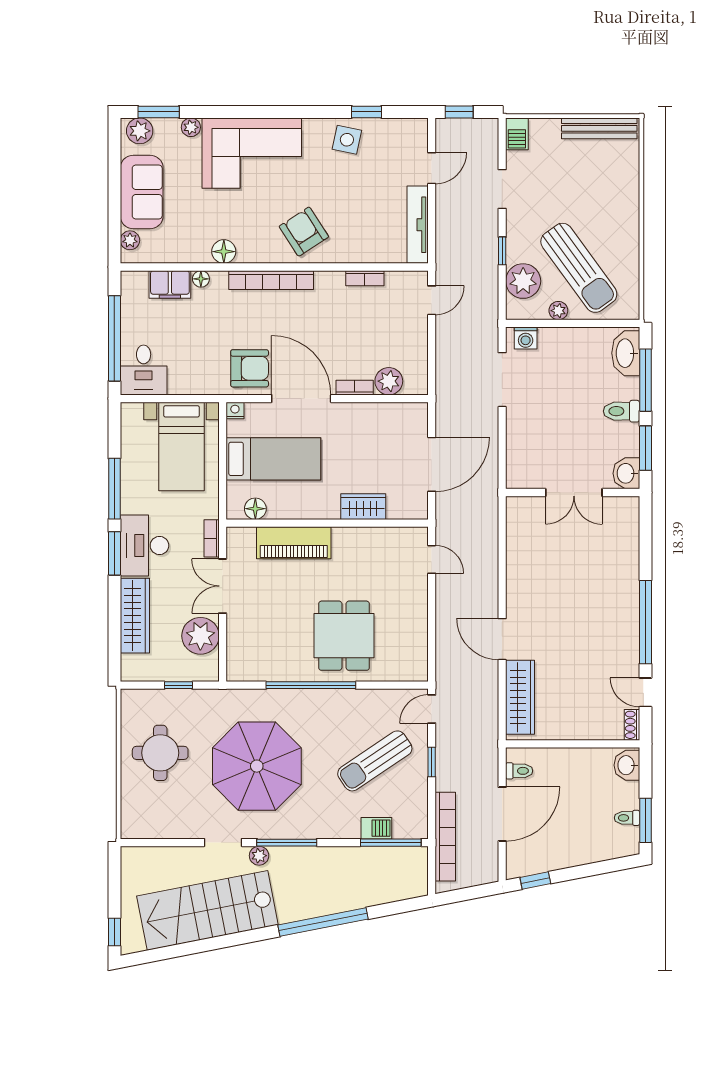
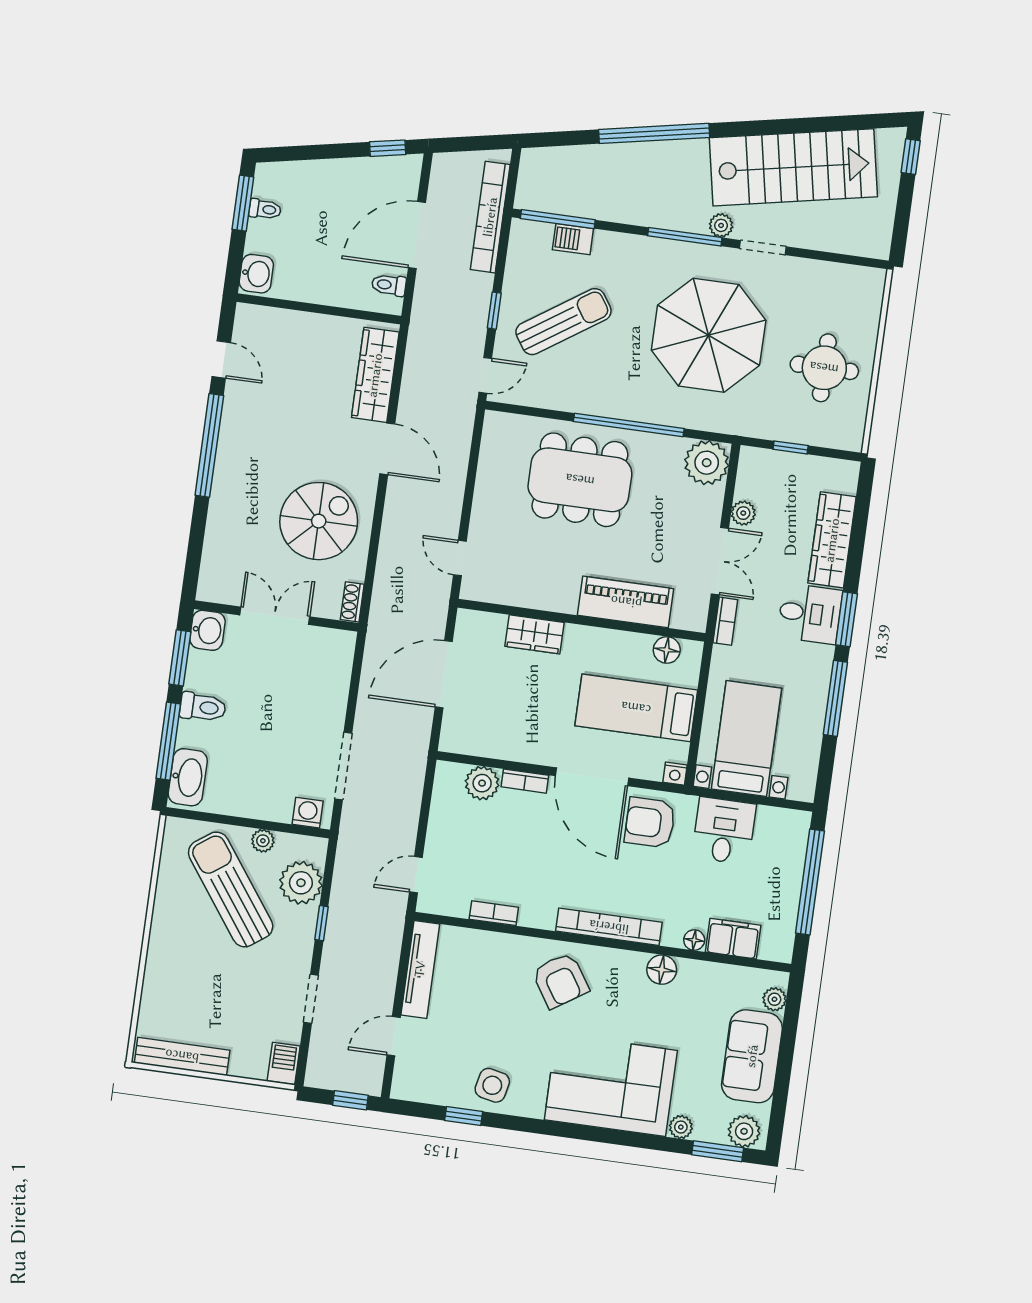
desk: (144, 370) -> (724, 831), moved
desk: (144, 545) -> (810, 614), width x0.73
spiral stairs: (549, 573) -> (319, 521), added
plant: (200, 636) -> (743, 513), width x0.53, depth x0.53
dining table: (344, 636) -> (580, 480), width x1.38
plant: (244, 664) -> (707, 463), added
shoe rack: (632, 725) -> (352, 602), moved, turned 180

